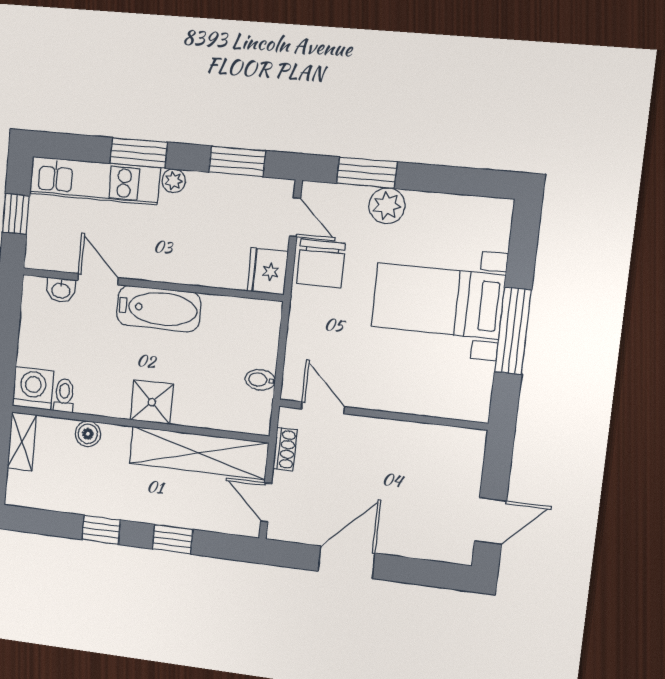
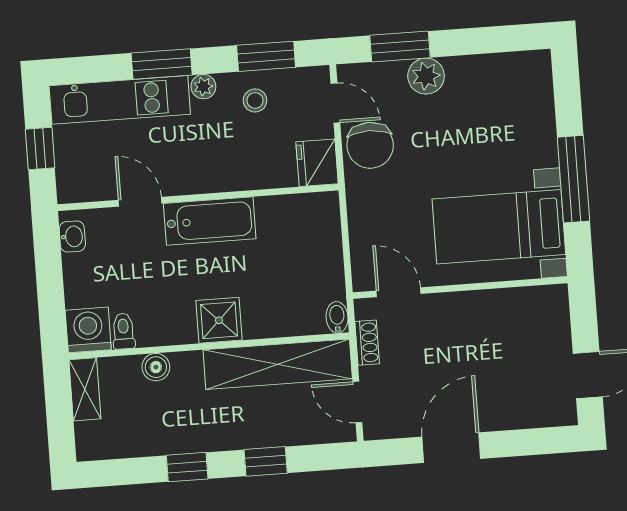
stool: (220, 202) -> (255, 100), added
washbasin: (61, 290) -> (72, 237), moved, turned -90
bed with nightstands: (438, 301) -> (499, 227), moved
bidet: (260, 380) -> (337, 317), moved, turned 90

